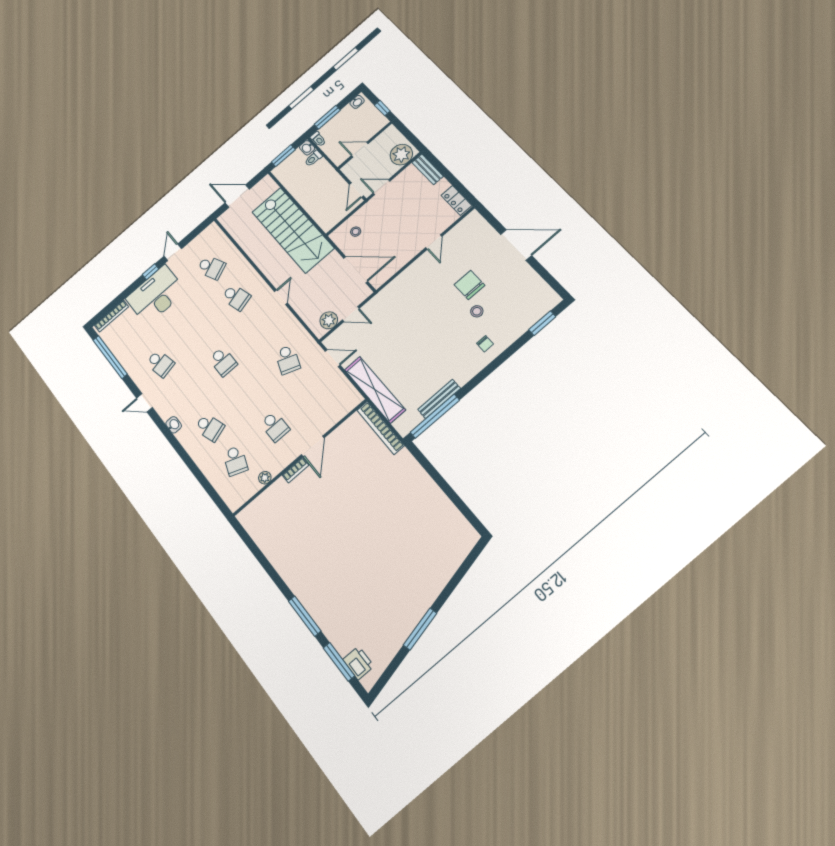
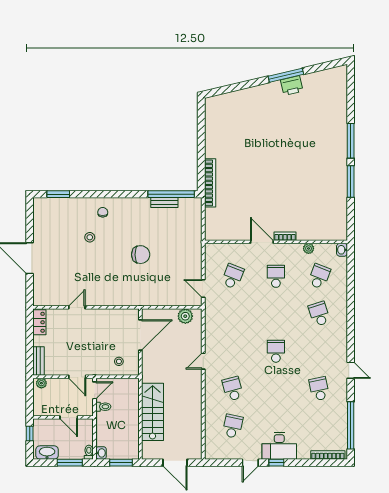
washbasin: (357, 102) -> (47, 453), width x1.91, depth x1.45
plant: (401, 155) -> (41, 383), width x0.53, depth x0.53
toilet: (313, 158) -> (103, 407), moved
stairs: (293, 230) -> (153, 412), width x0.73, depth x0.66
school desk: (211, 267) -> (233, 426), turned 36
door: (356, 270) -> (140, 335), swing flipped
chair: (470, 285) -> (141, 255), moved, turned -90
desk: (156, 295) -> (279, 446), width x0.73, depth x0.77
door: (351, 314) -> (168, 307), removed
school desk: (288, 360) -> (233, 276), moved
shelving: (375, 390) -> (194, 244), removed
bench: (439, 399) -> (164, 203), width x0.73
washbasin: (174, 425) -> (342, 250), moved
bookcase: (381, 428) -> (210, 183), moved
door: (313, 446) -> (262, 242), hinge flipped
window: (339, 662) -> (351, 182), moved
printer: (358, 663) -> (292, 86), moved, turned -103

